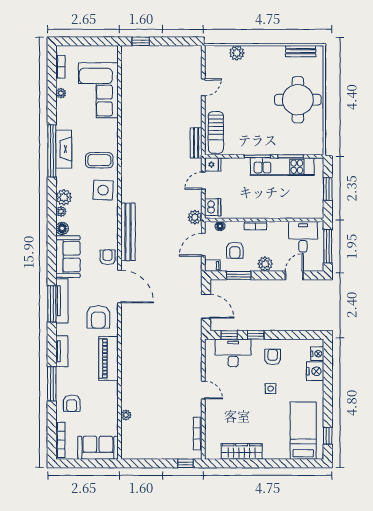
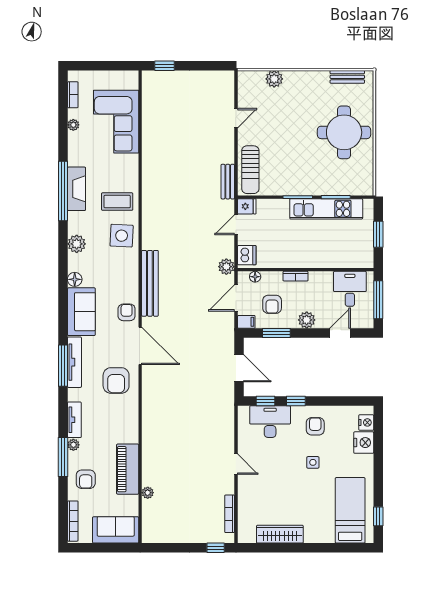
plant: (61, 211) -> (73, 445), moved
piano: (108, 358) -> (128, 469), moved

